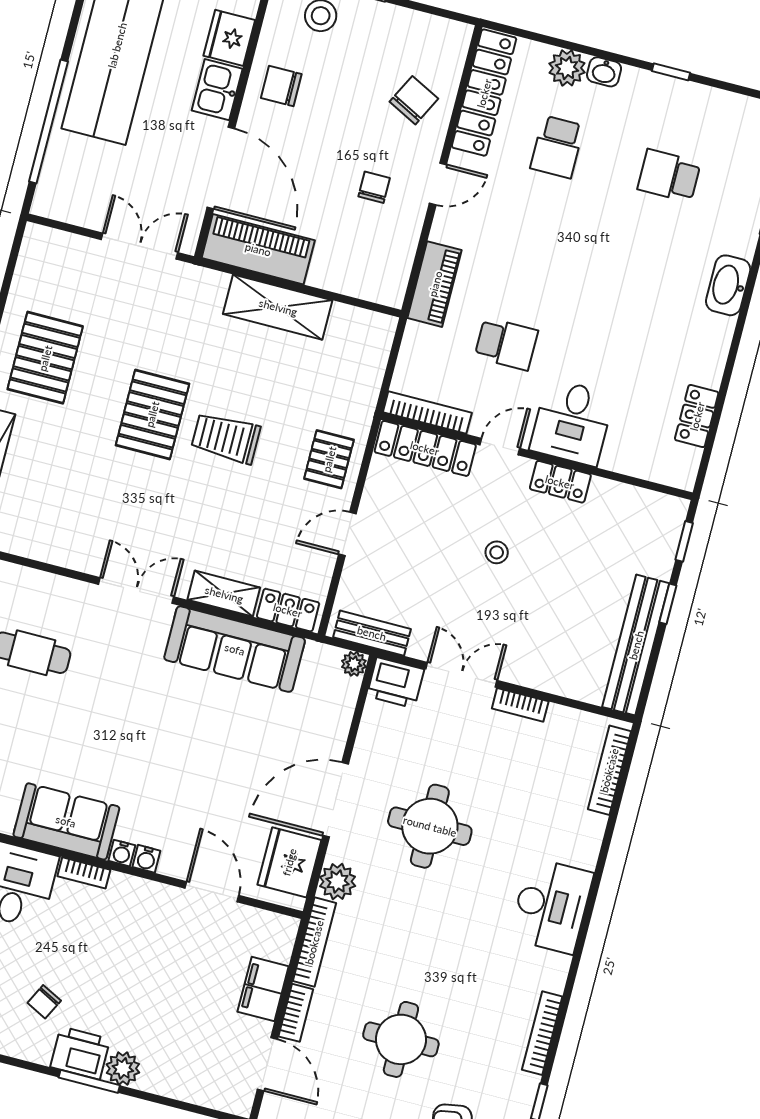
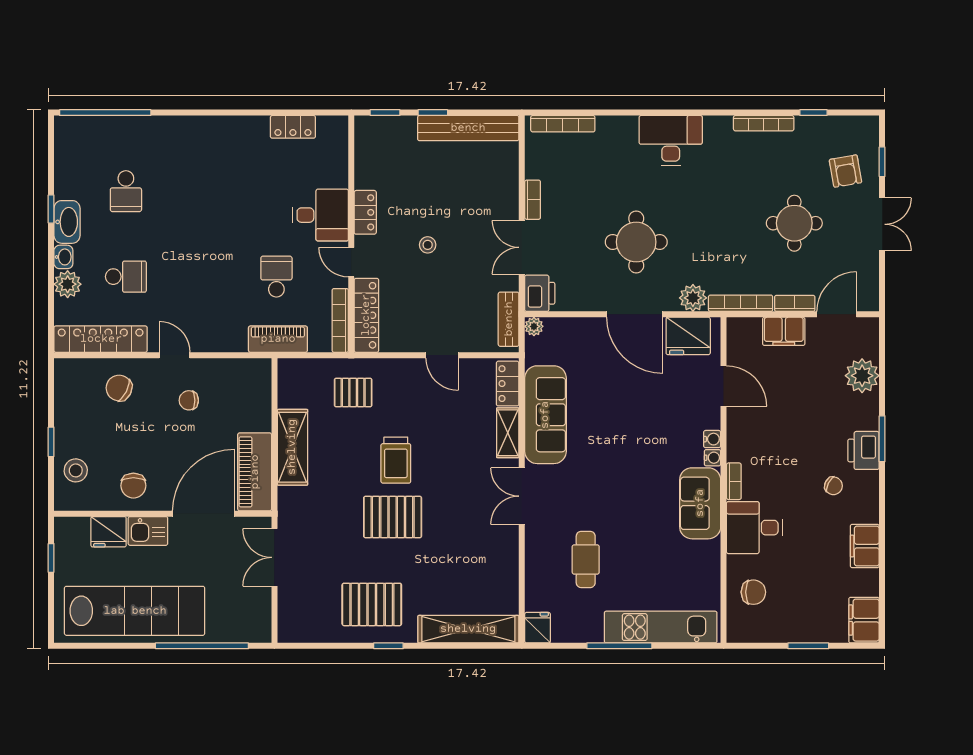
piano: (435, 284) -> (278, 339), moved
washbasin: (728, 285) -> (67, 222), moved, turned -90
pallet: (329, 459) -> (353, 392), moved
door: (212, 892) -> (724, 386), swing flipped
plant: (123, 1068) -> (862, 376), moved, width x1.36, depth x1.36

